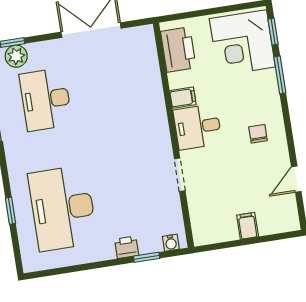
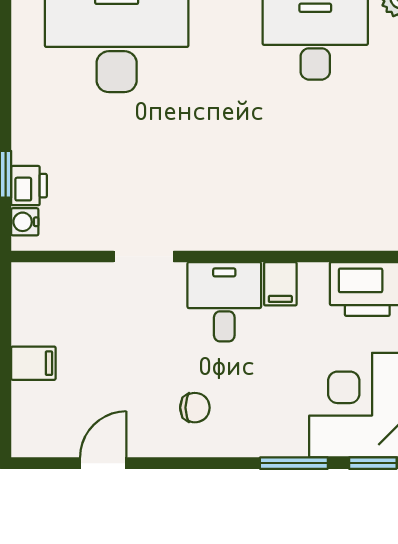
door: (296, 179) -> (103, 463), hinge flipped
printer: (127, 247) -> (29, 186), moved

